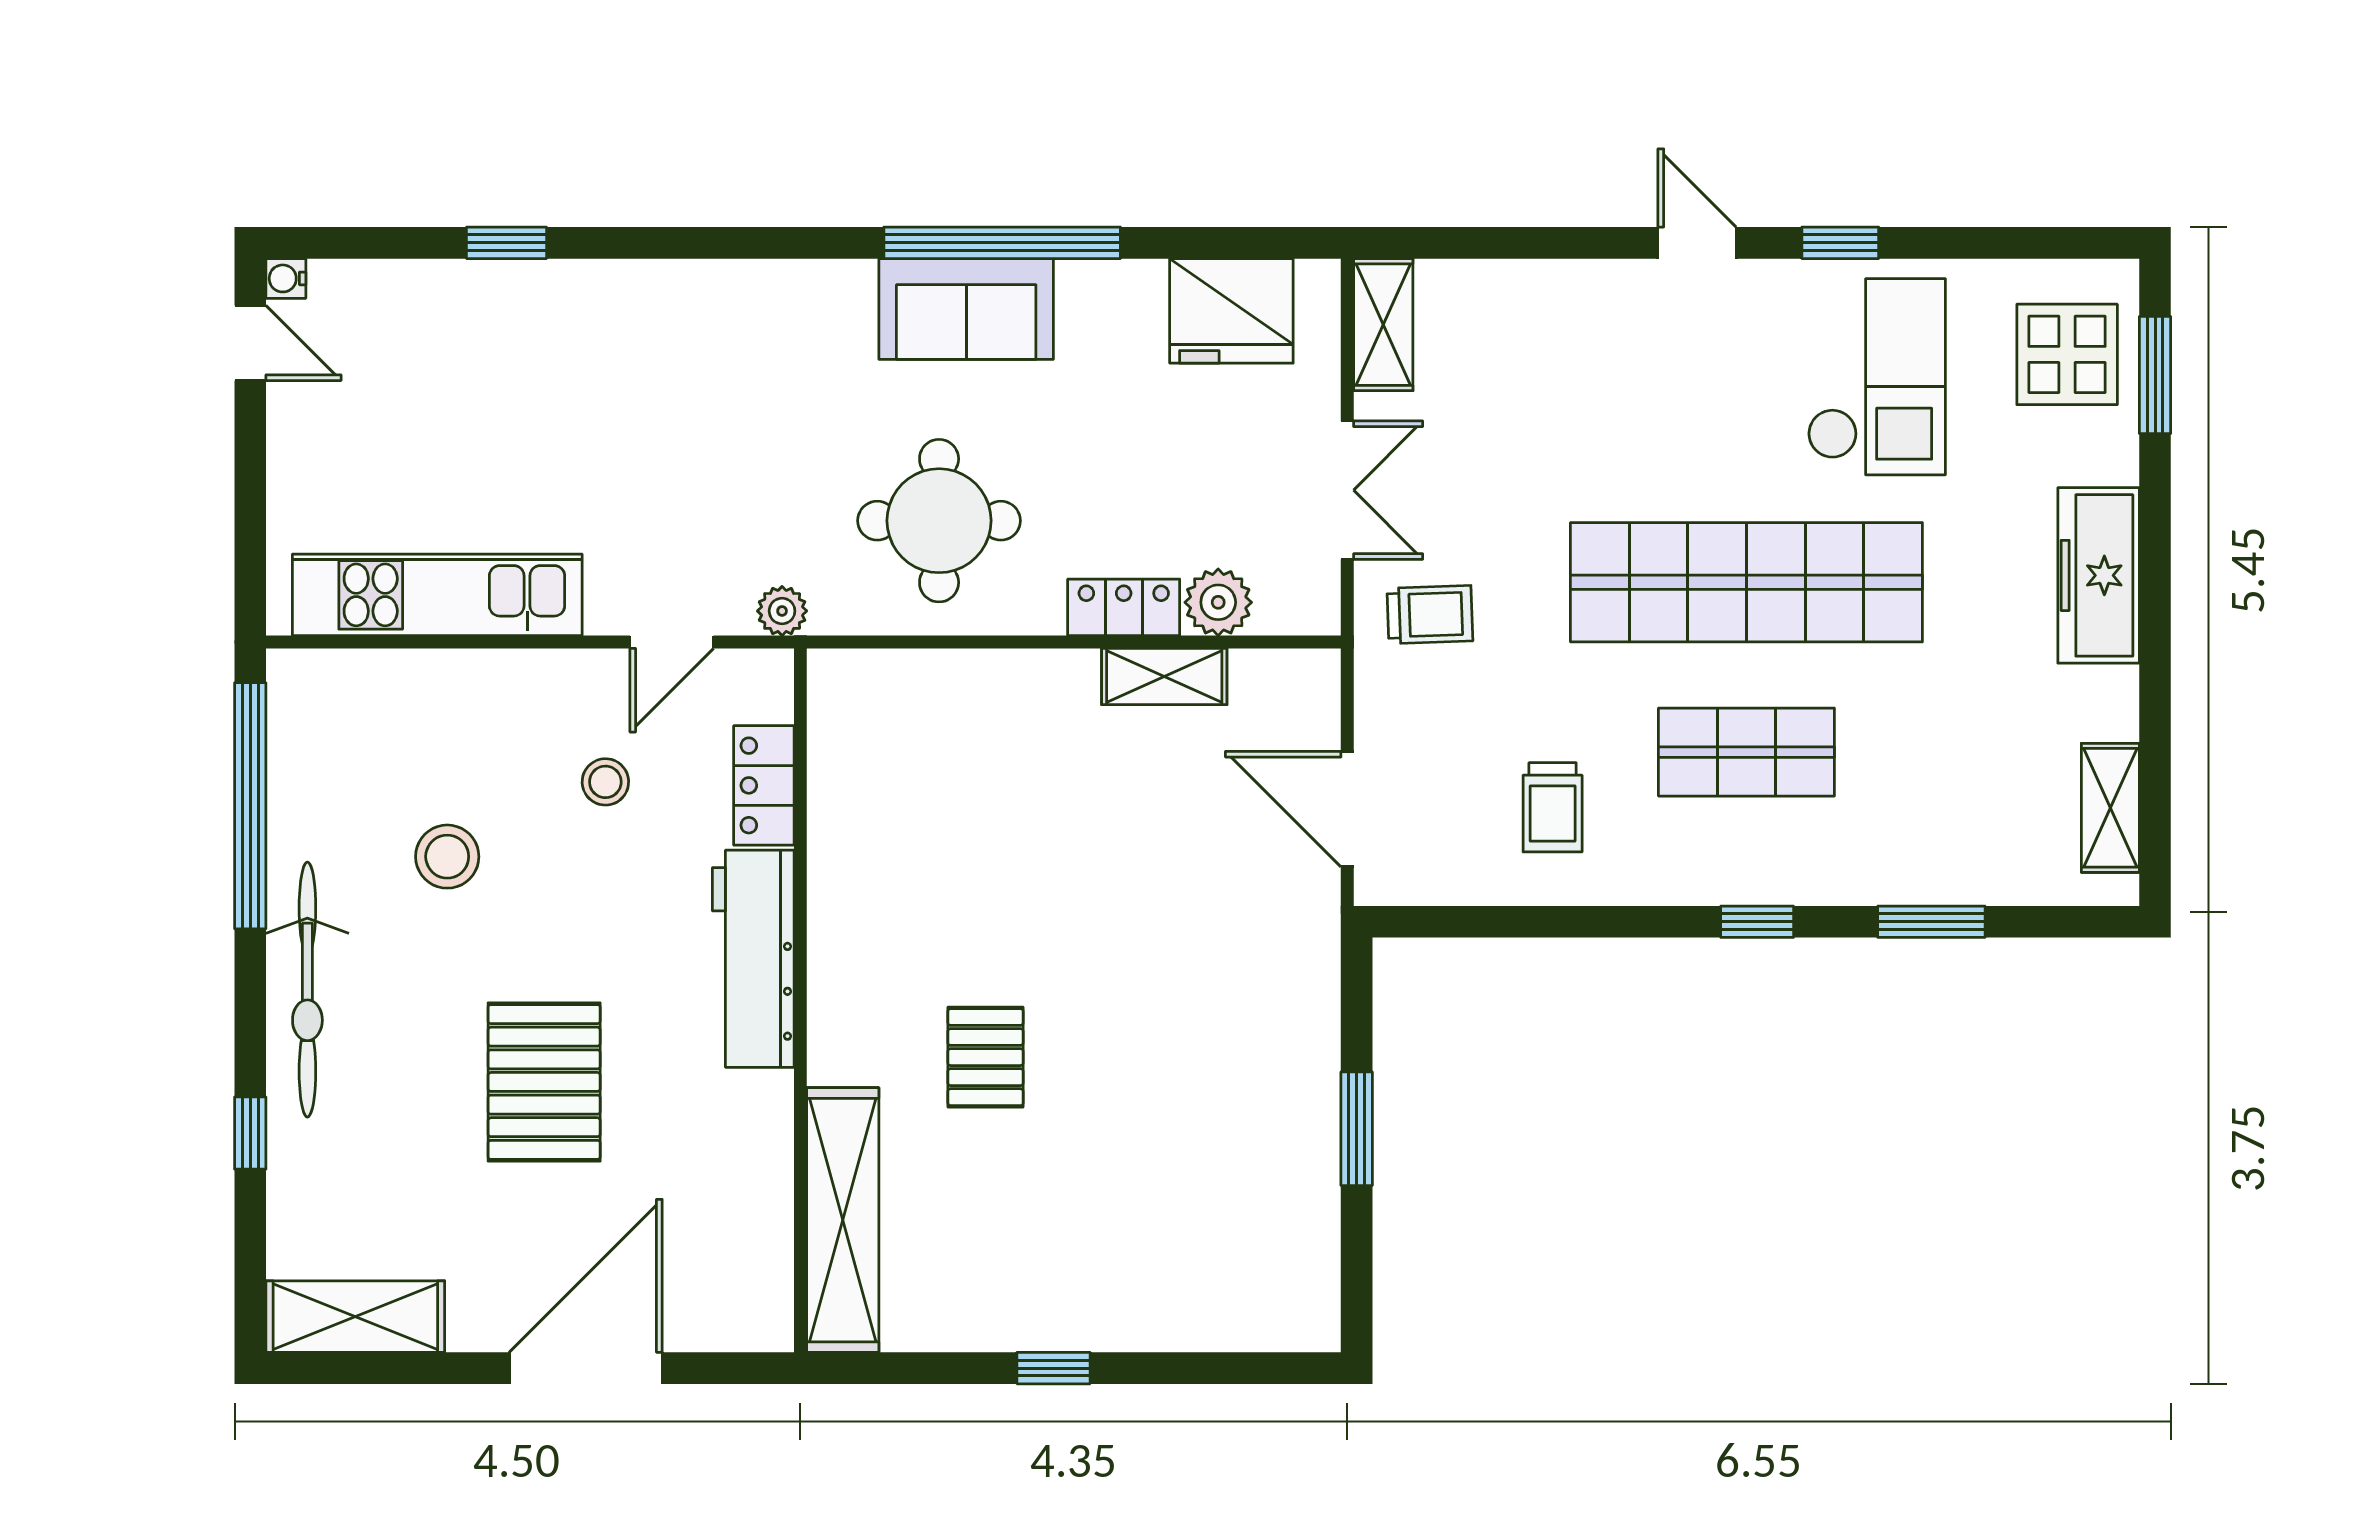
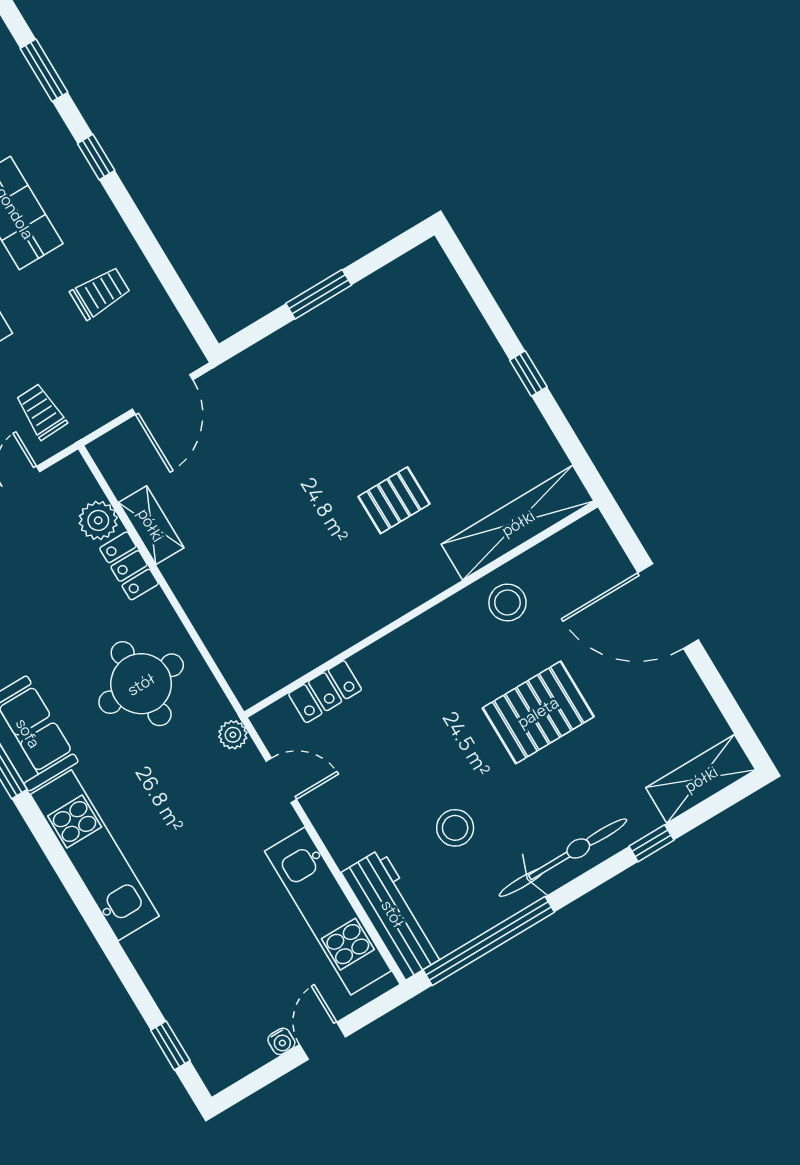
window: (506, 243) -> (170, 1045), moved
water cooler: (286, 278) -> (281, 1041), moved
kitchen unit: (727, 300) -> (95, 855), added
door: (250, 343) -> (323, 1041), moved
stool: (605, 782) -> (507, 602), moved, width x1.37, depth x1.37
workbench: (753, 959) -> (393, 914), moved, turned -90
shelving: (355, 1317) -> (701, 779), moved, turned 90

